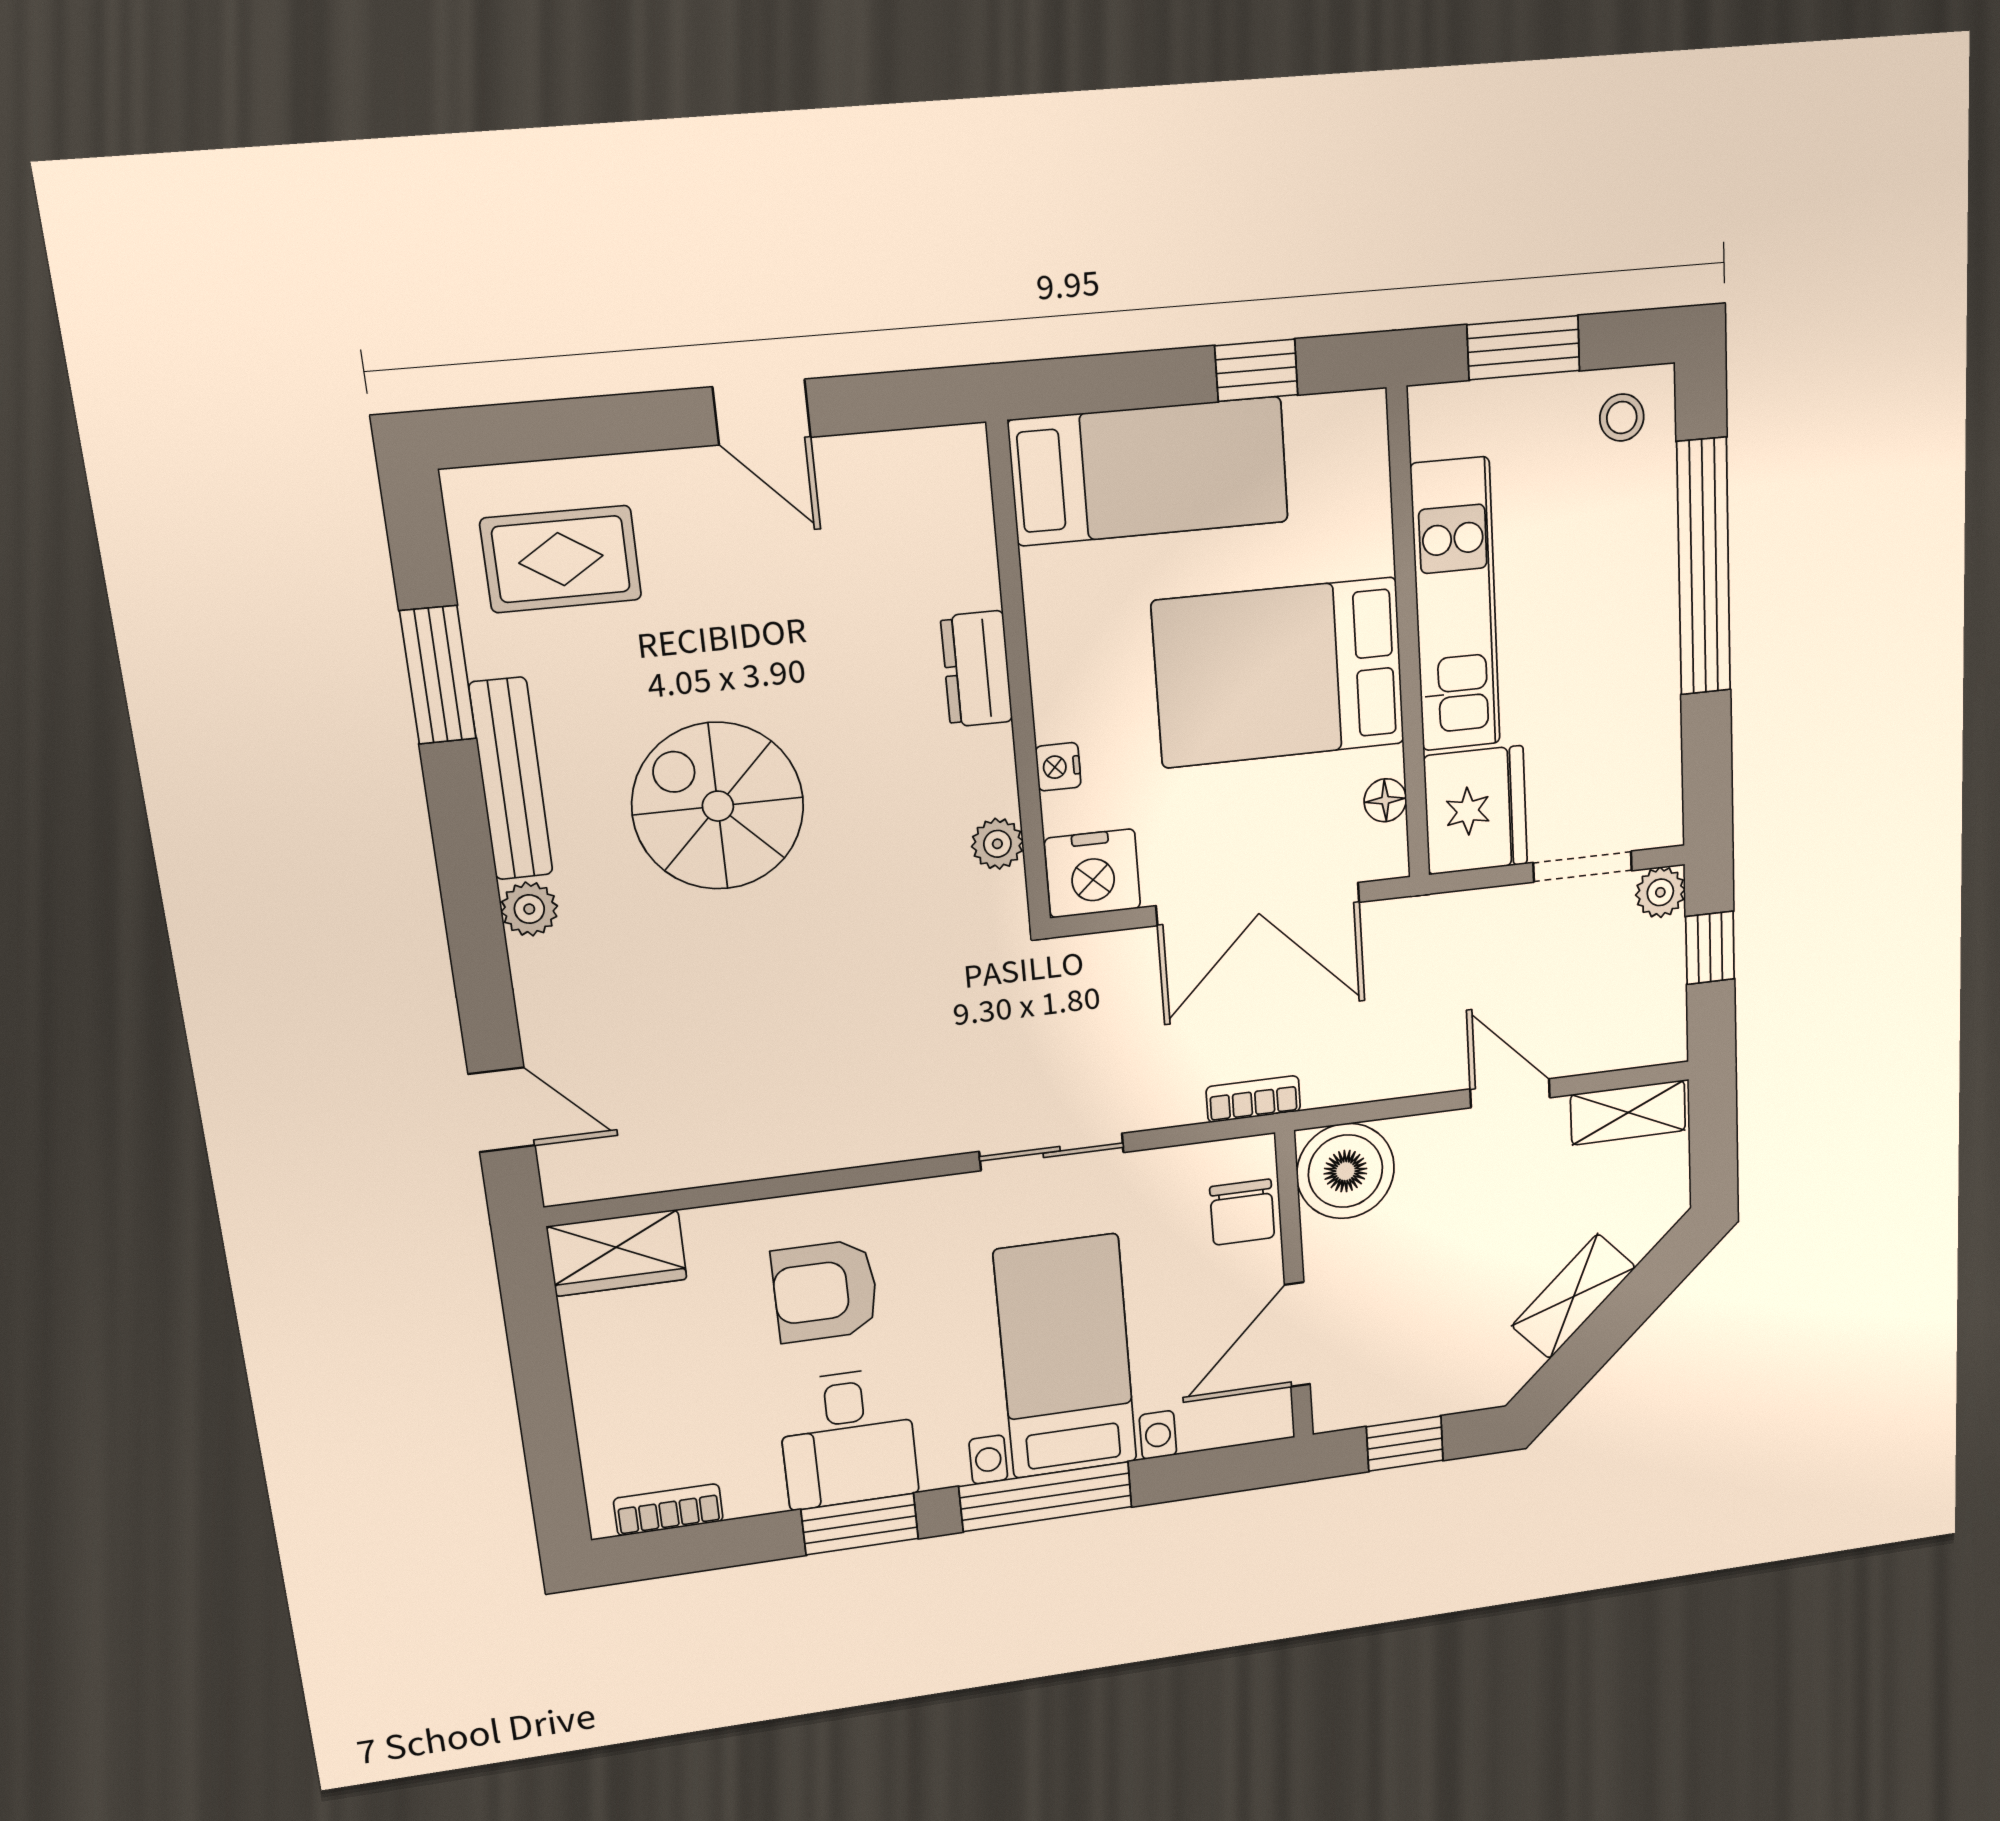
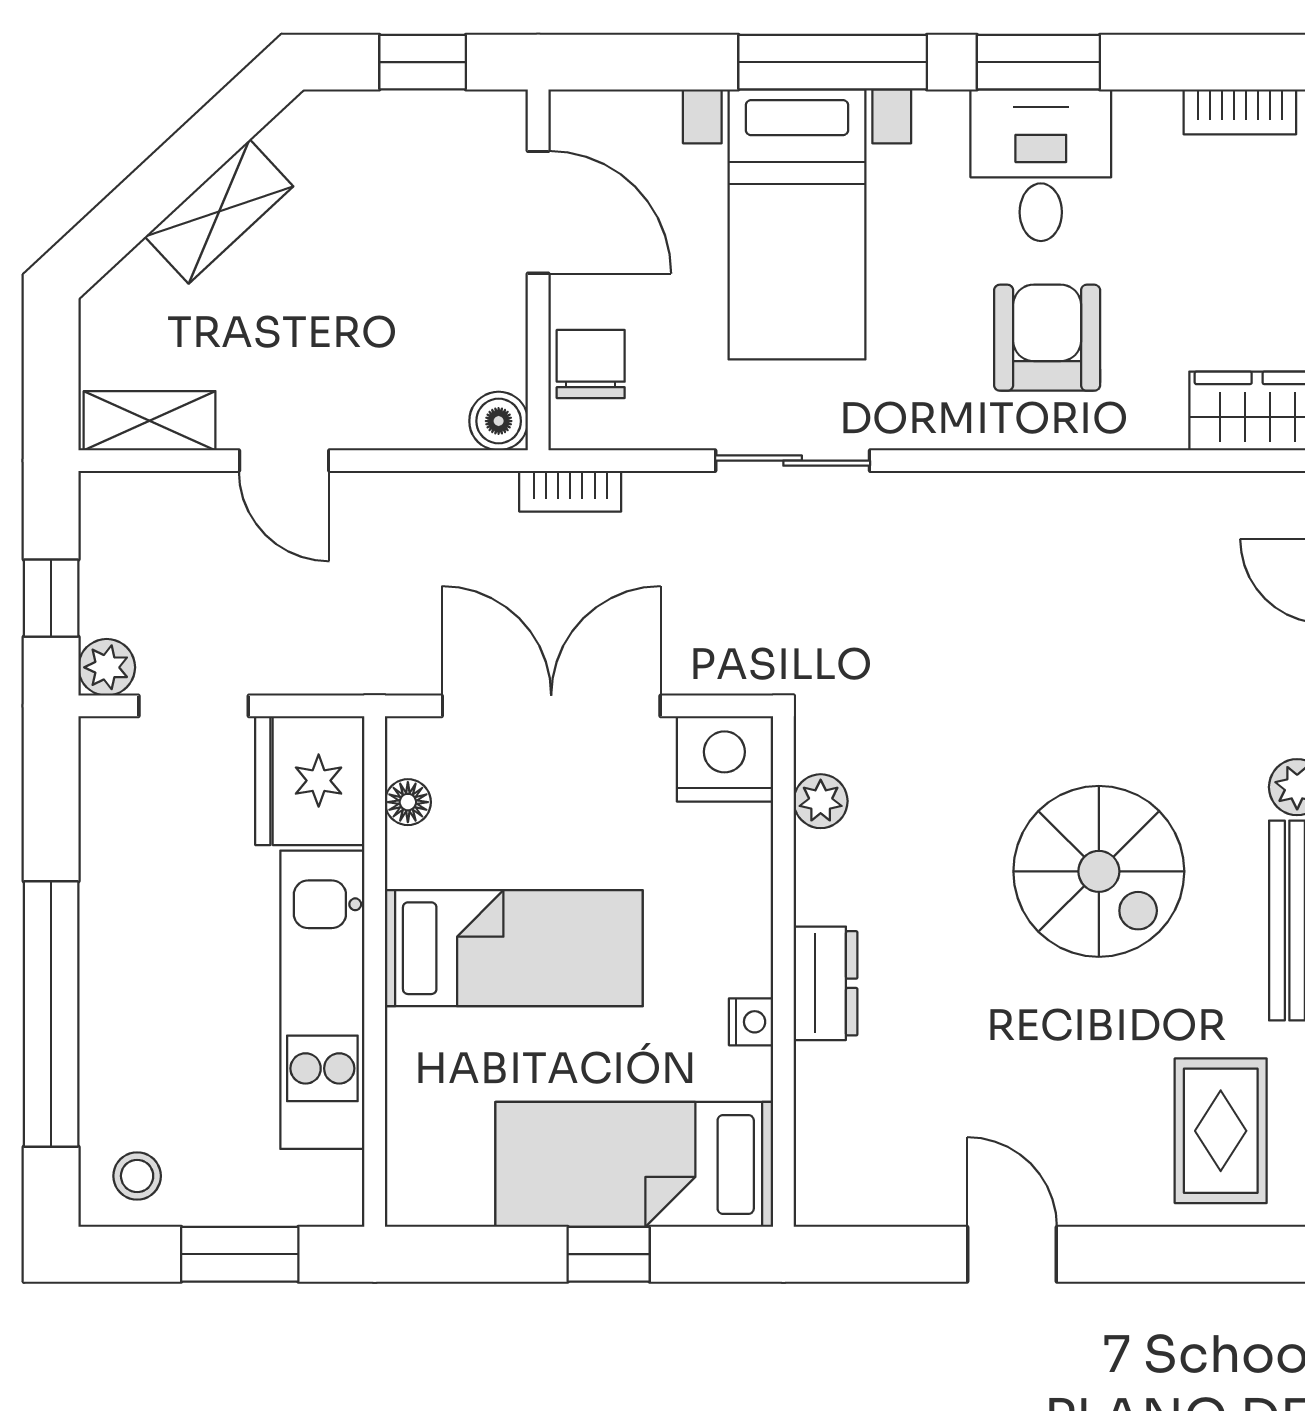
window: (1256, 370) -> (609, 1254), moved
rug: (561, 559) -> (1221, 1131), turned 90
bed: (1279, 673) -> (514, 948), width x0.67
nightstand: (1058, 767) -> (751, 1022), moved
boiler: (1345, 1171) -> (499, 421), width x0.54, depth x0.54
armchair: (825, 1291) -> (1047, 338), turned -90
door: (1297, 1335) -> (538, 212), hinge flipped

